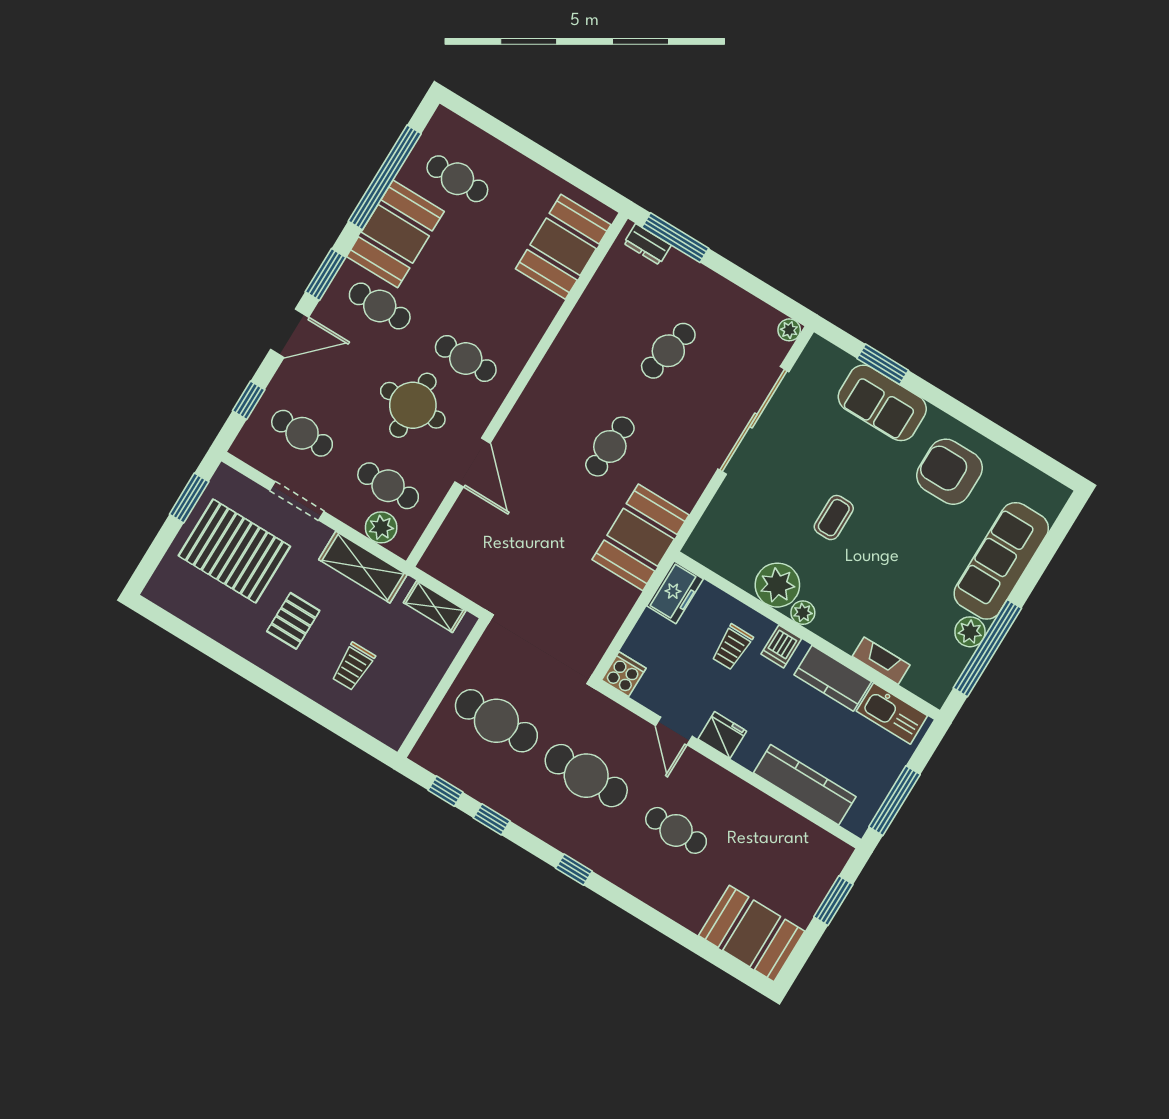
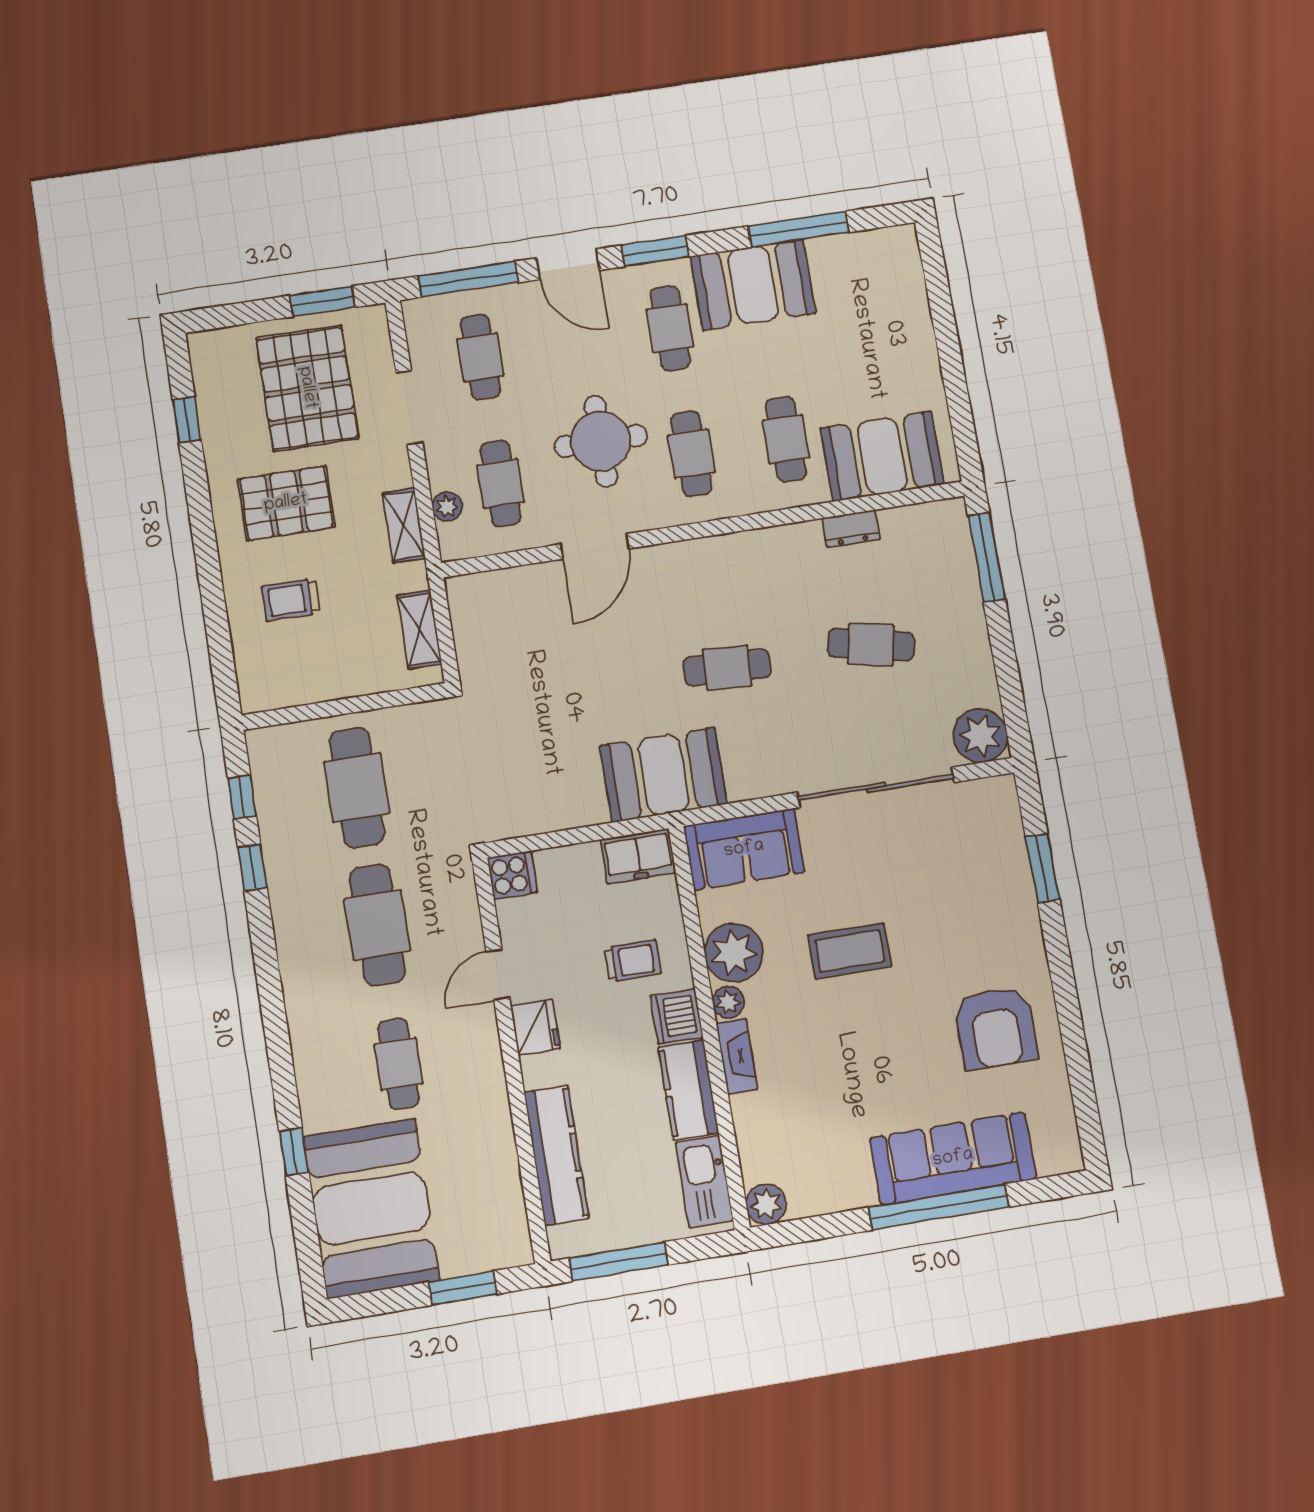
window: (385, 177) -> (799, 229), width x0.68
cafe table: (457, 179) -> (786, 439), moved
dresser: (647, 244) -> (851, 529), moved, turned -90
plant: (789, 330) -> (980, 736), width x1.87, depth x1.87
window: (249, 400) -> (468, 279), width x2.17
sofa: (882, 403) -> (744, 849), moved, turned -90
armchair: (949, 472) -> (996, 1028), turned 180
coffee table: (834, 518) -> (850, 951), width x1.36, depth x1.30
plant: (381, 527) -> (447, 507), width x0.73, depth x0.73
shelving: (363, 567) -> (404, 526), width x0.67, depth x0.75
pallet: (293, 621) -> (286, 503), width x1.50, depth x1.42
plant: (970, 632) -> (766, 1204), moved
window: (193, 637) -> (187, 420), added
dishwasher: (781, 646) -> (677, 1016), width x1.38
trolley: (732, 647) -> (633, 961), turned 180
window: (987, 648) -> (938, 1207), moved
fireplace: (881, 661) -> (737, 1056), moved
window: (574, 870) -> (294, 1152), moved
booth: (752, 933) -> (371, 1208), width x1.36, depth x1.42

